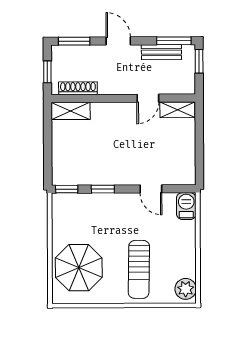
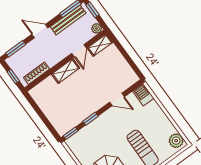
bench: (161, 52) -> (68, 20), width x1.36
plant: (188, 87) -> (97, 28), added
shelving: (71, 111) -> (66, 71), moved

